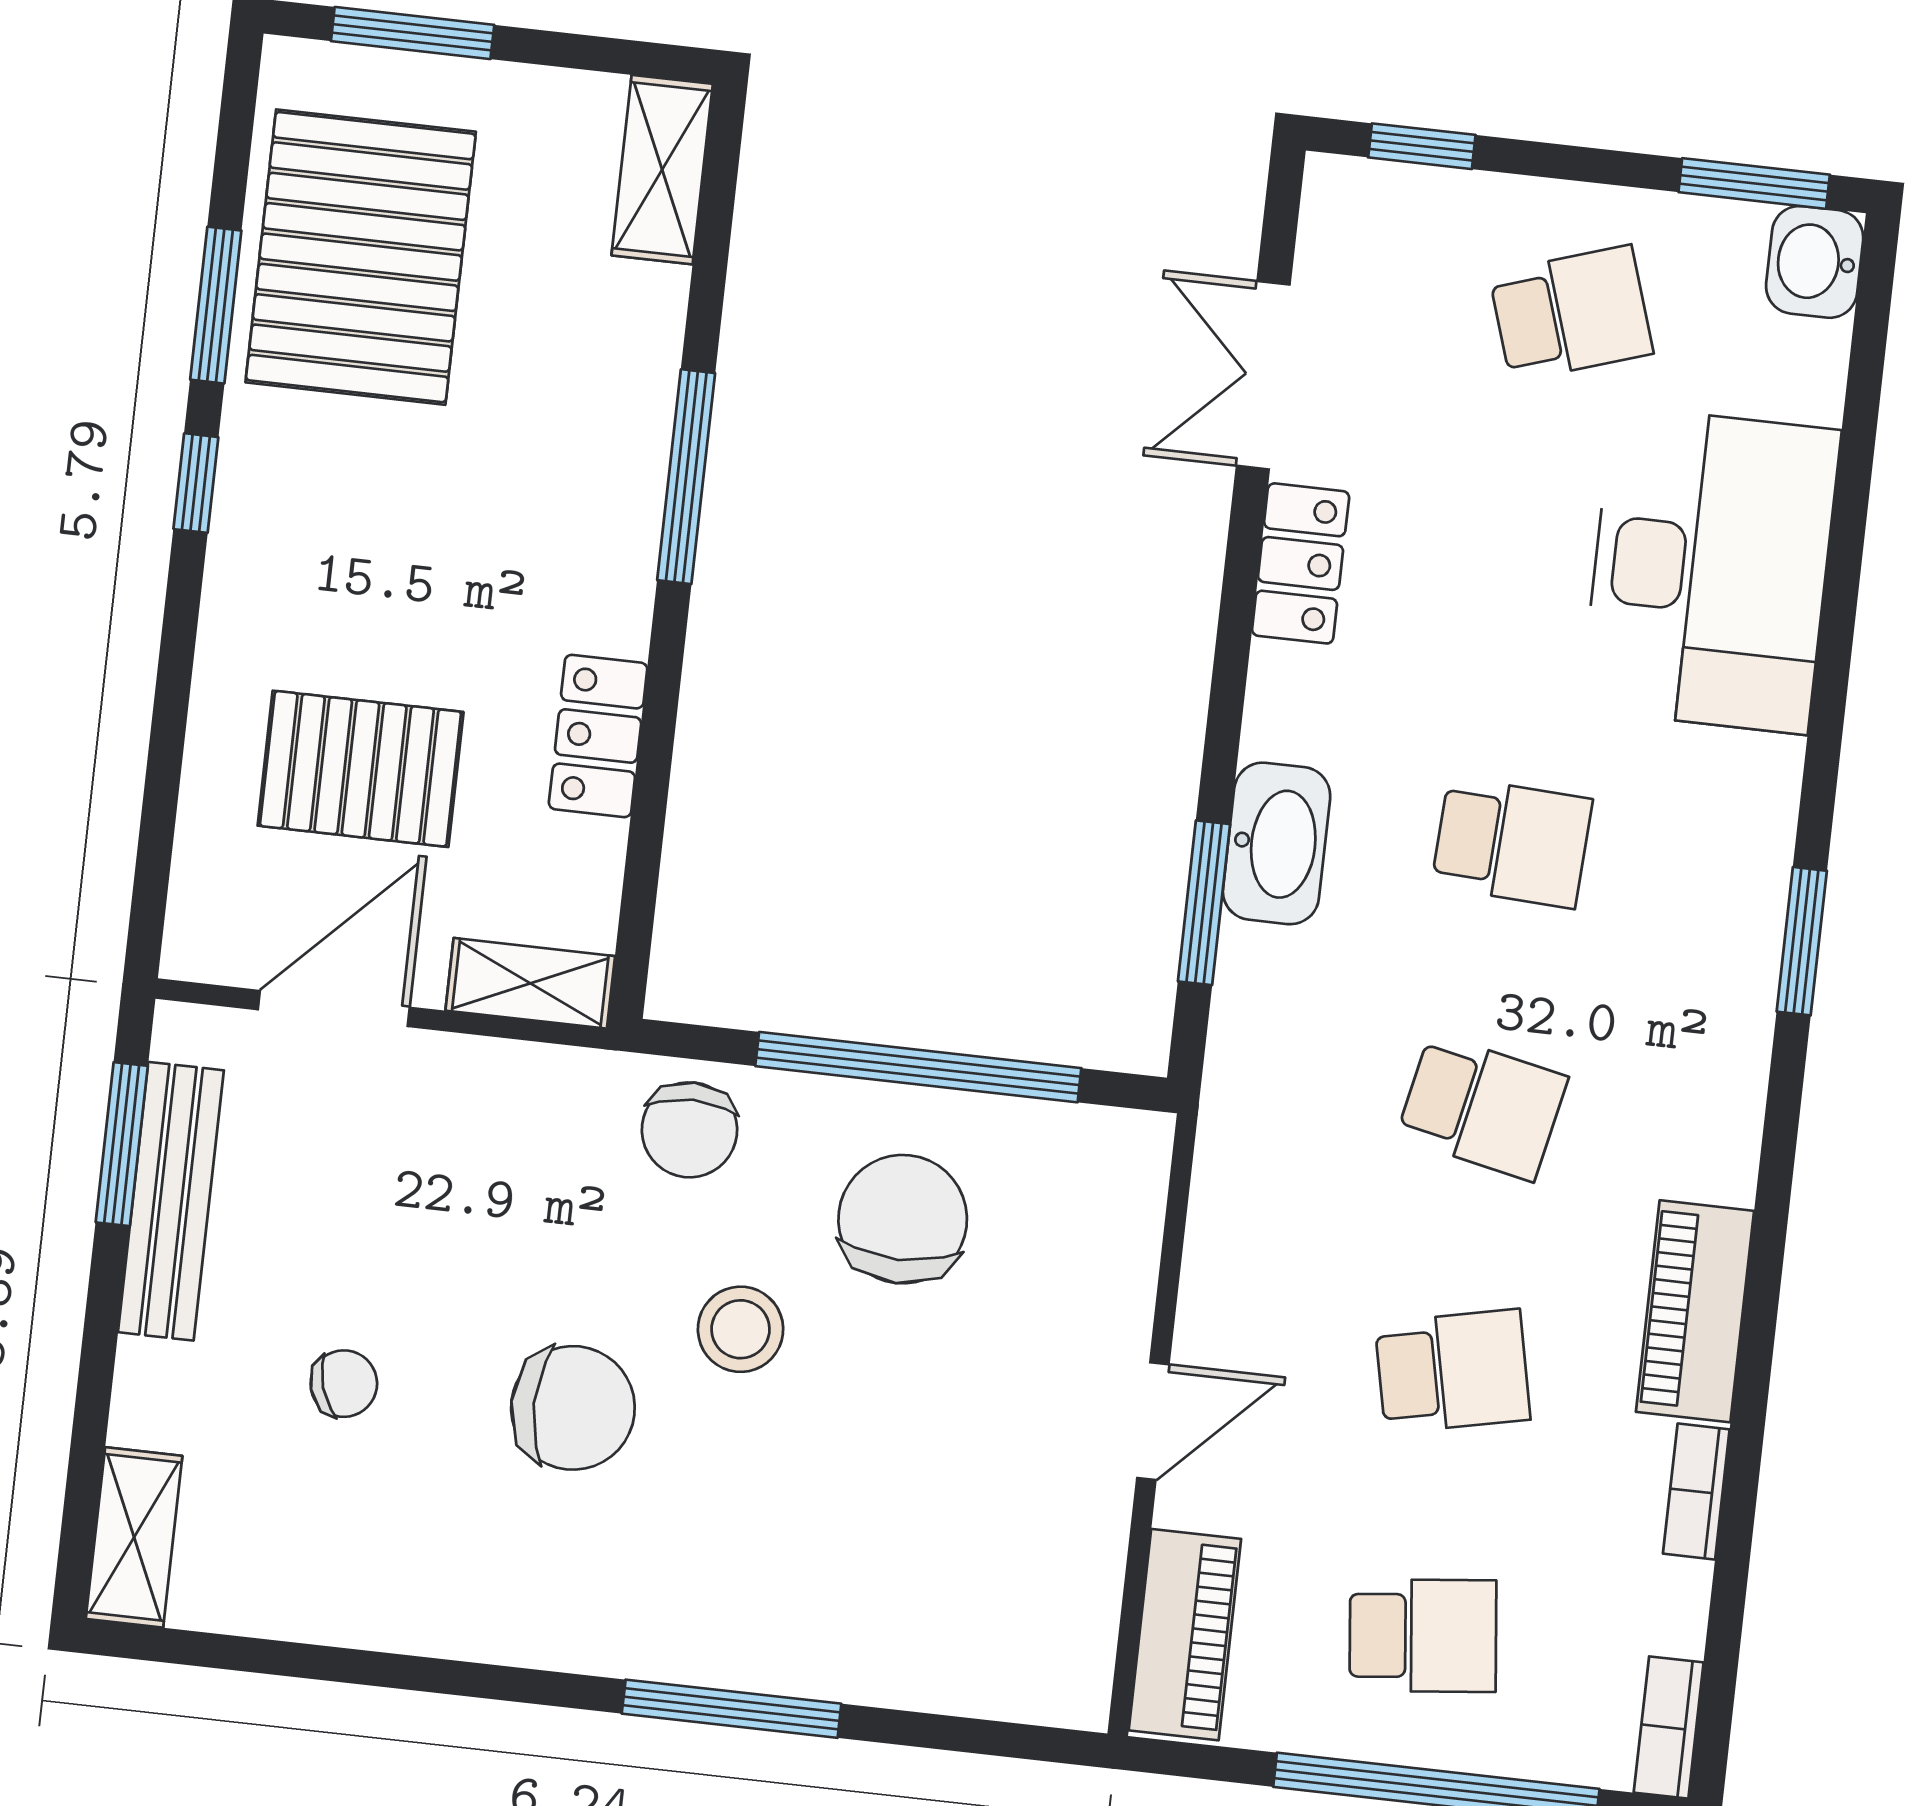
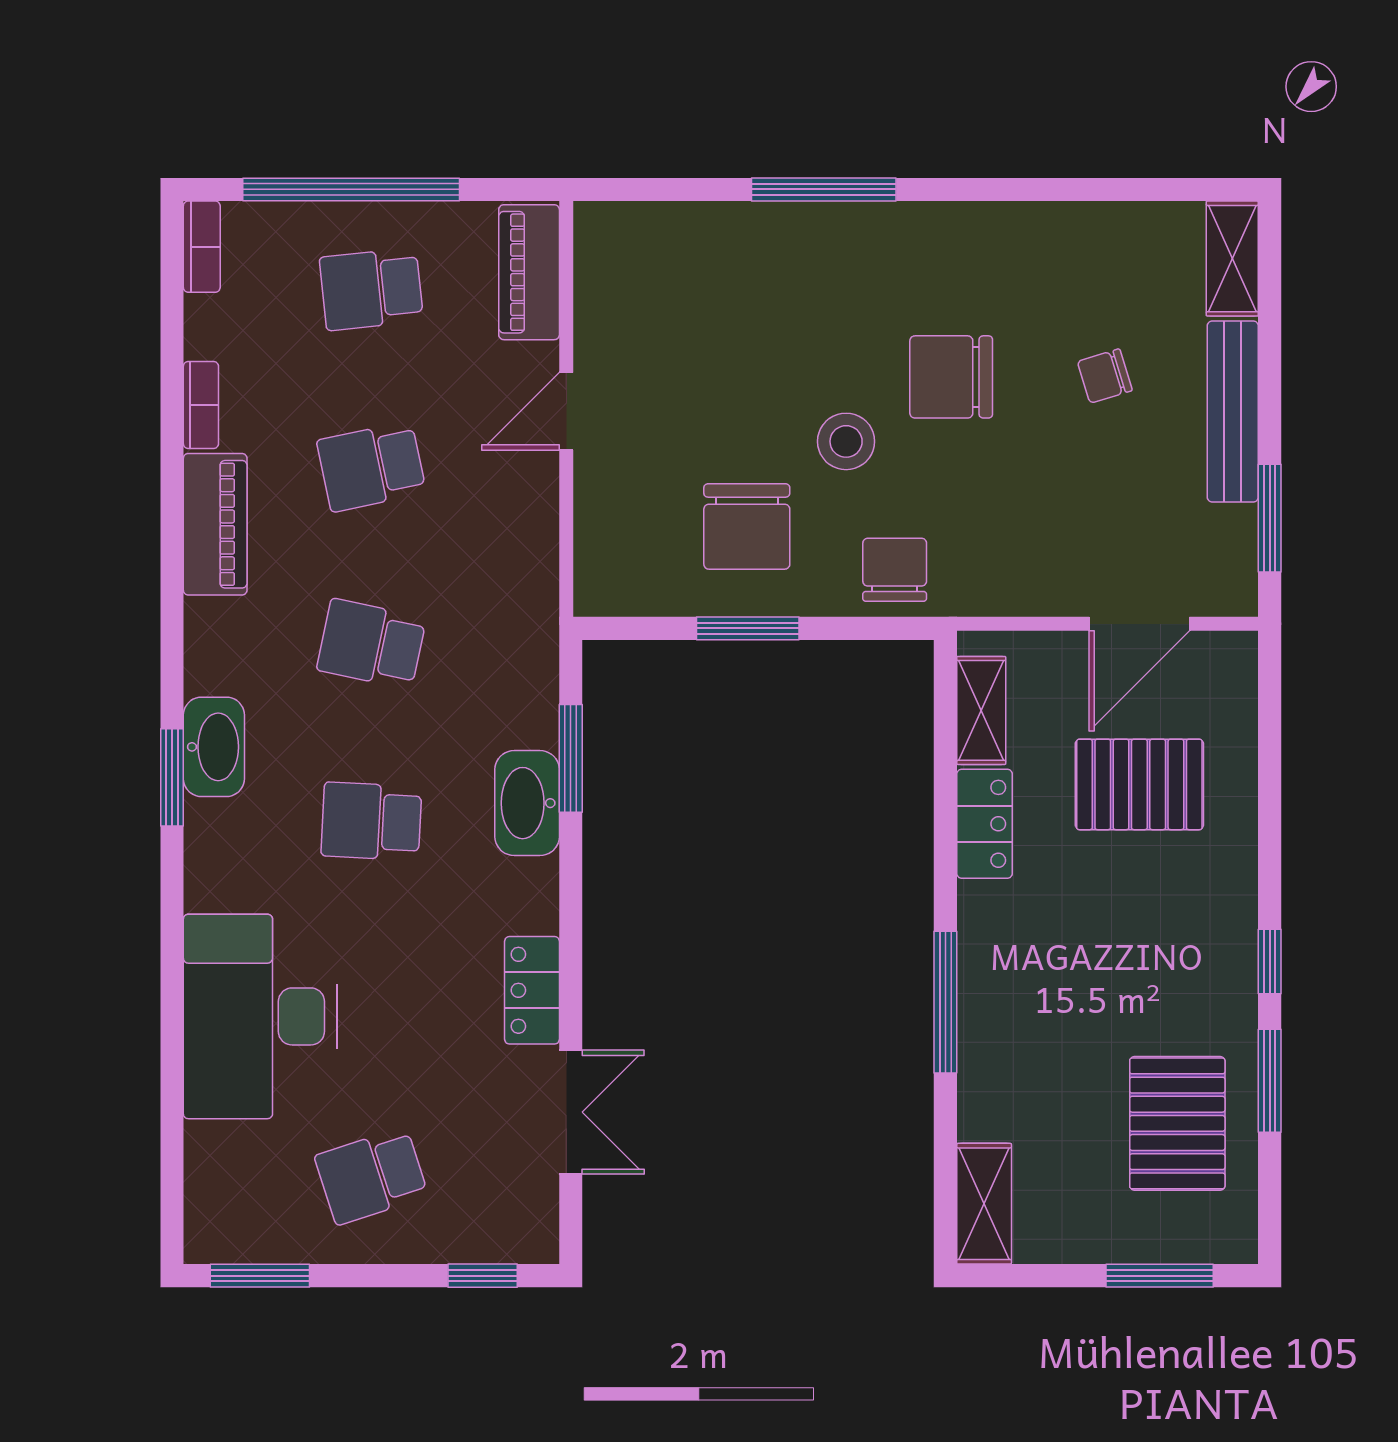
pallet: (361, 257) -> (1177, 1123), width x0.73, depth x0.71
washbasin: (1815, 262) -> (214, 747), moved, width x1.38
shelving: (530, 983) -> (981, 710), moved, turned 90
window: (918, 1067) -> (748, 628), width x0.47
bench: (171, 1201) -> (1233, 411), moved

